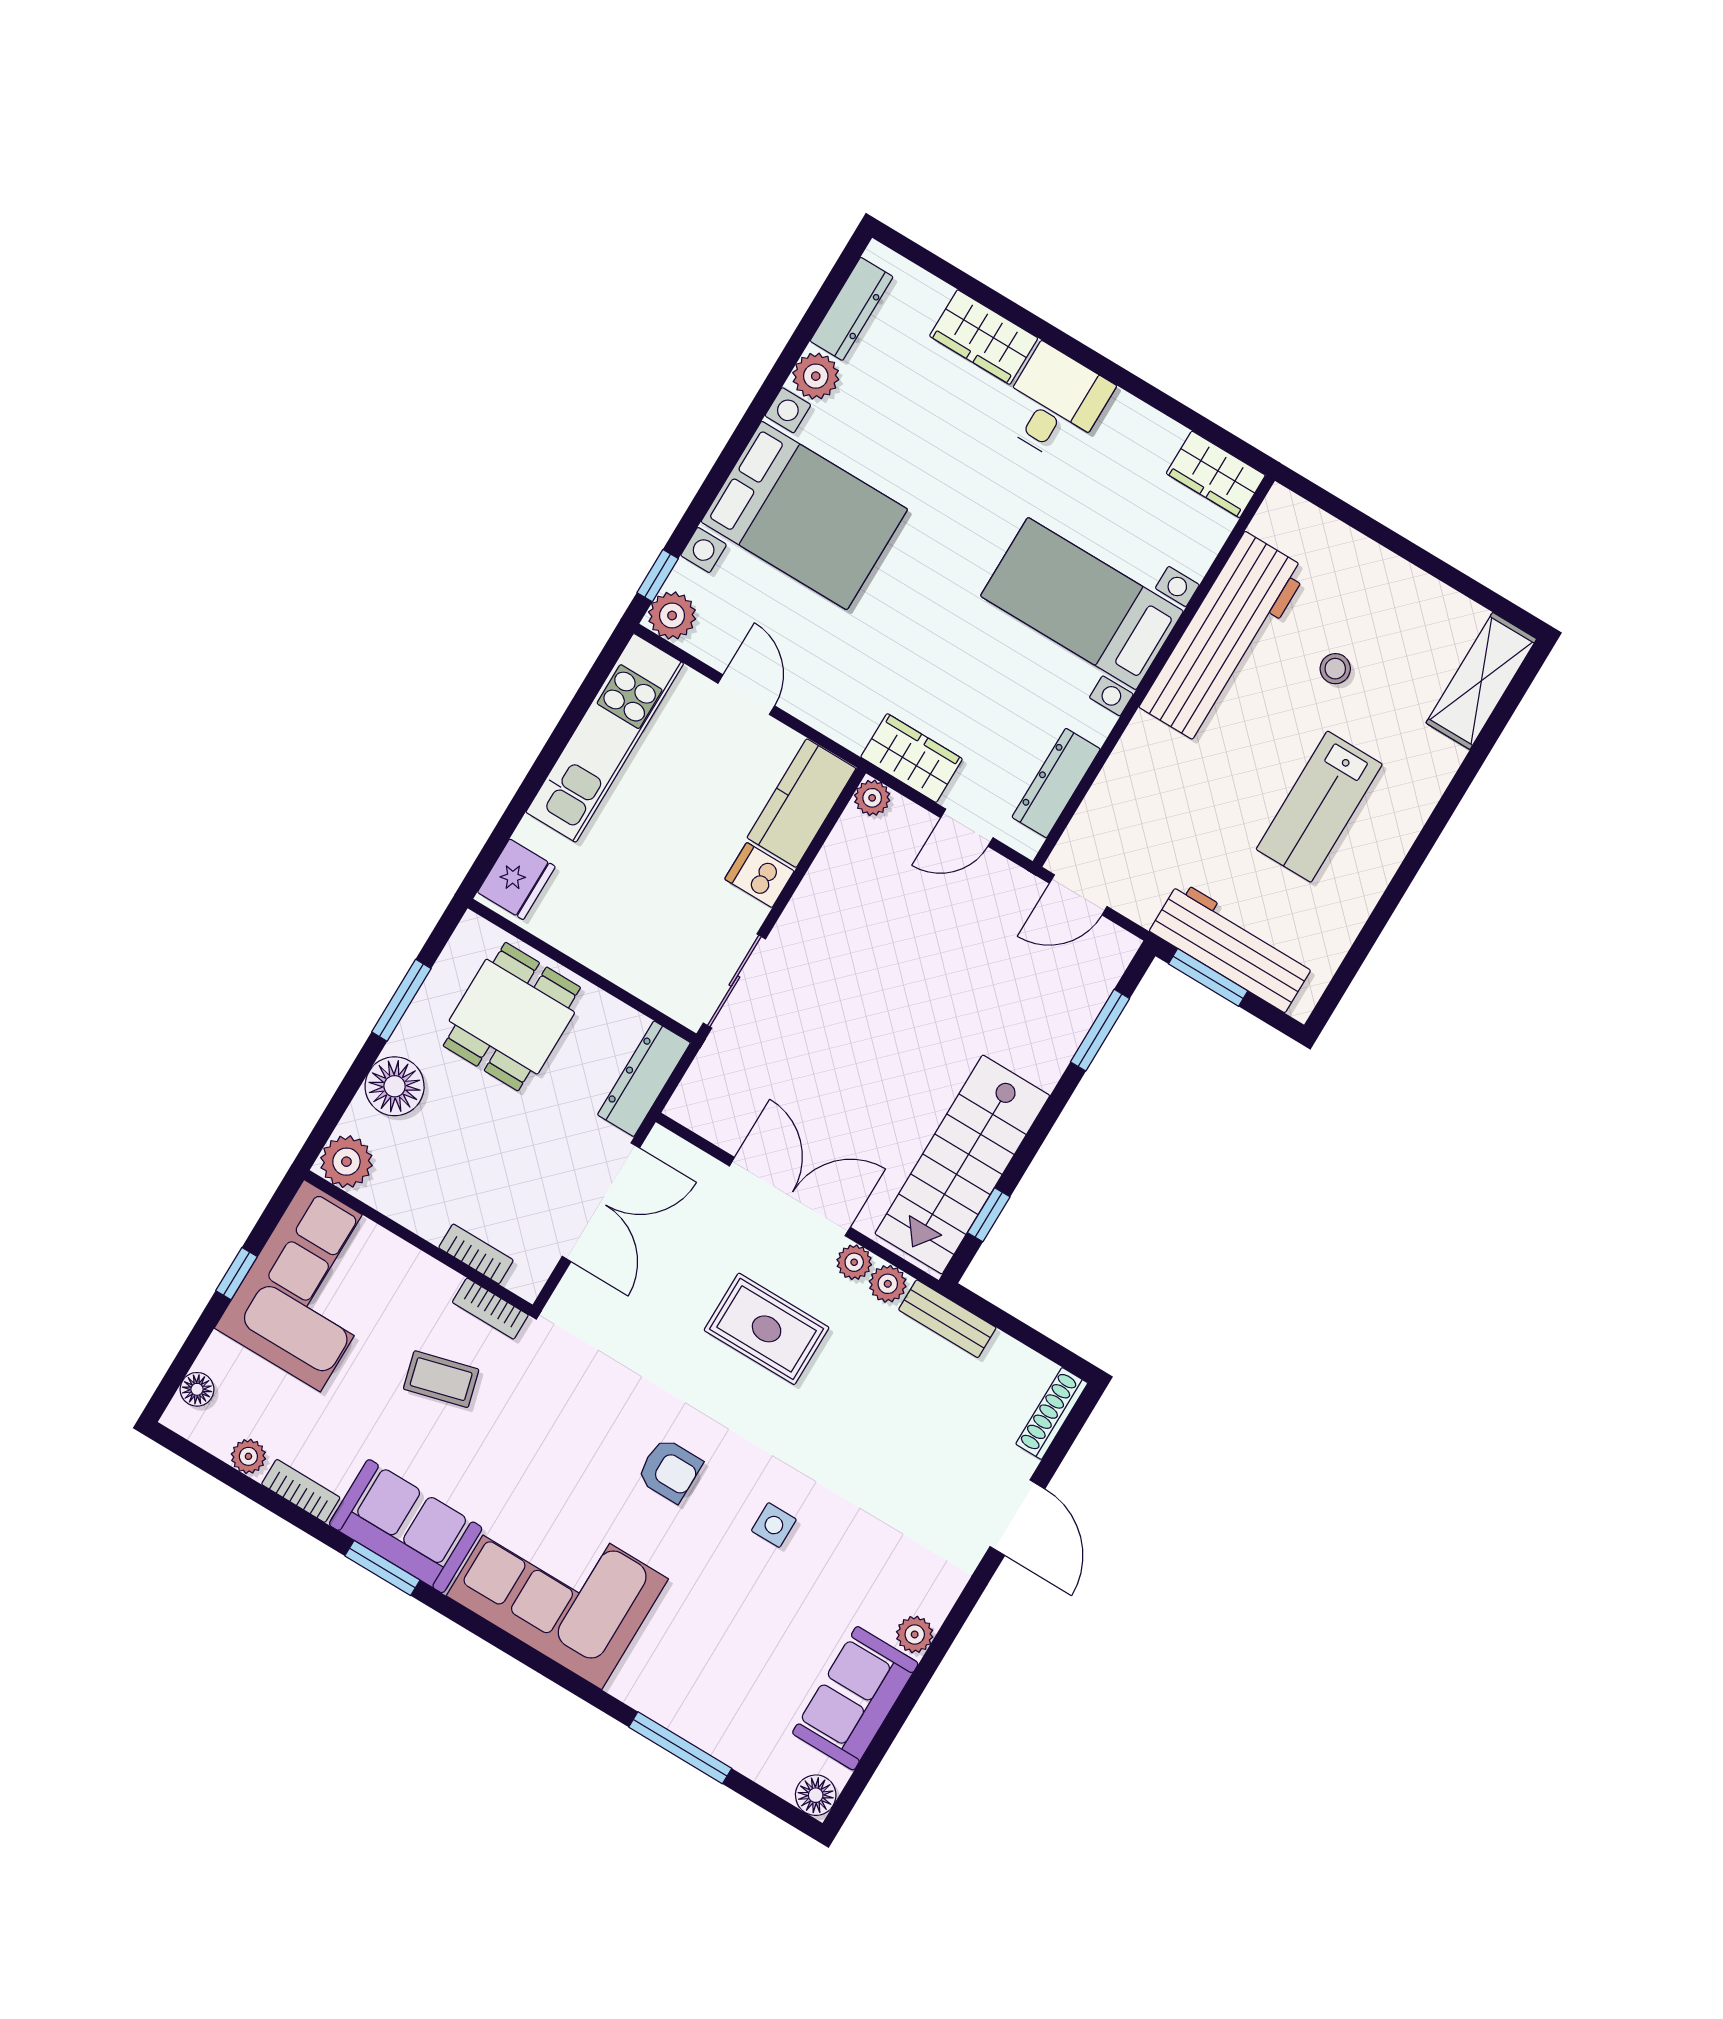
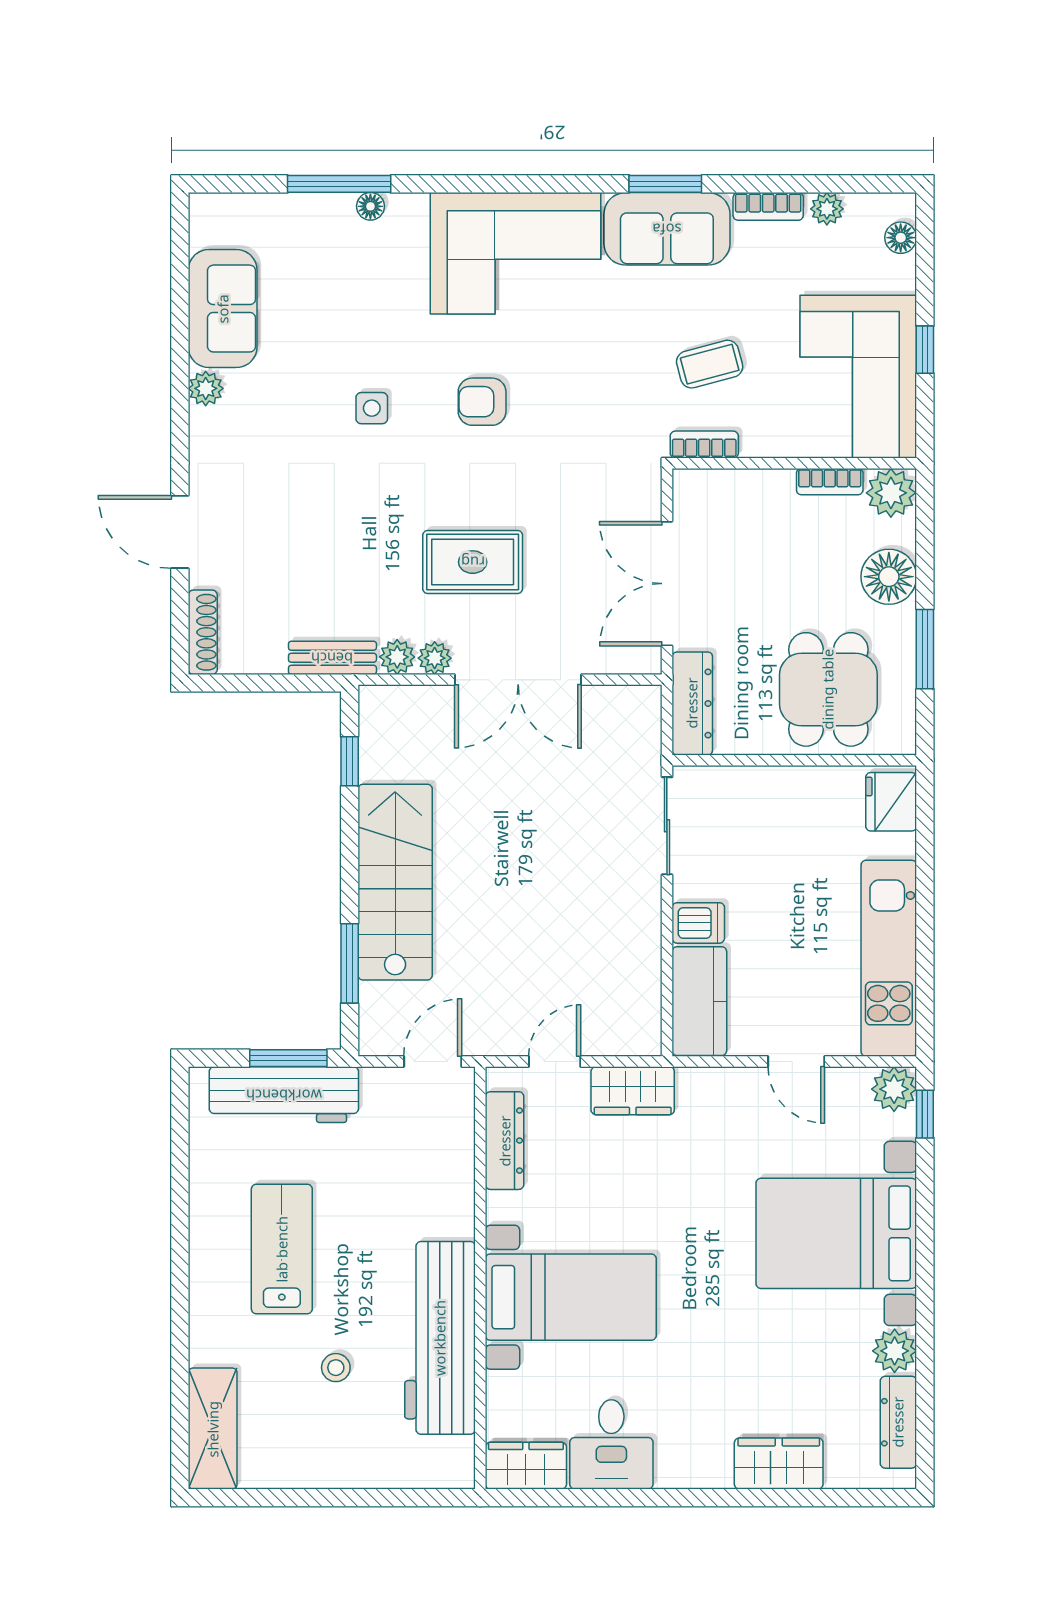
desk: (1055, 404) -> (611, 1444), moved
plant: (872, 798) -> (645, 1040), removed
stairs: (962, 1165) -> (395, 882), moved
bookcase: (476, 1254) -> (830, 482), moved
floor lamp: (816, 1795) -> (370, 206), moved, width x0.73, depth x0.73

